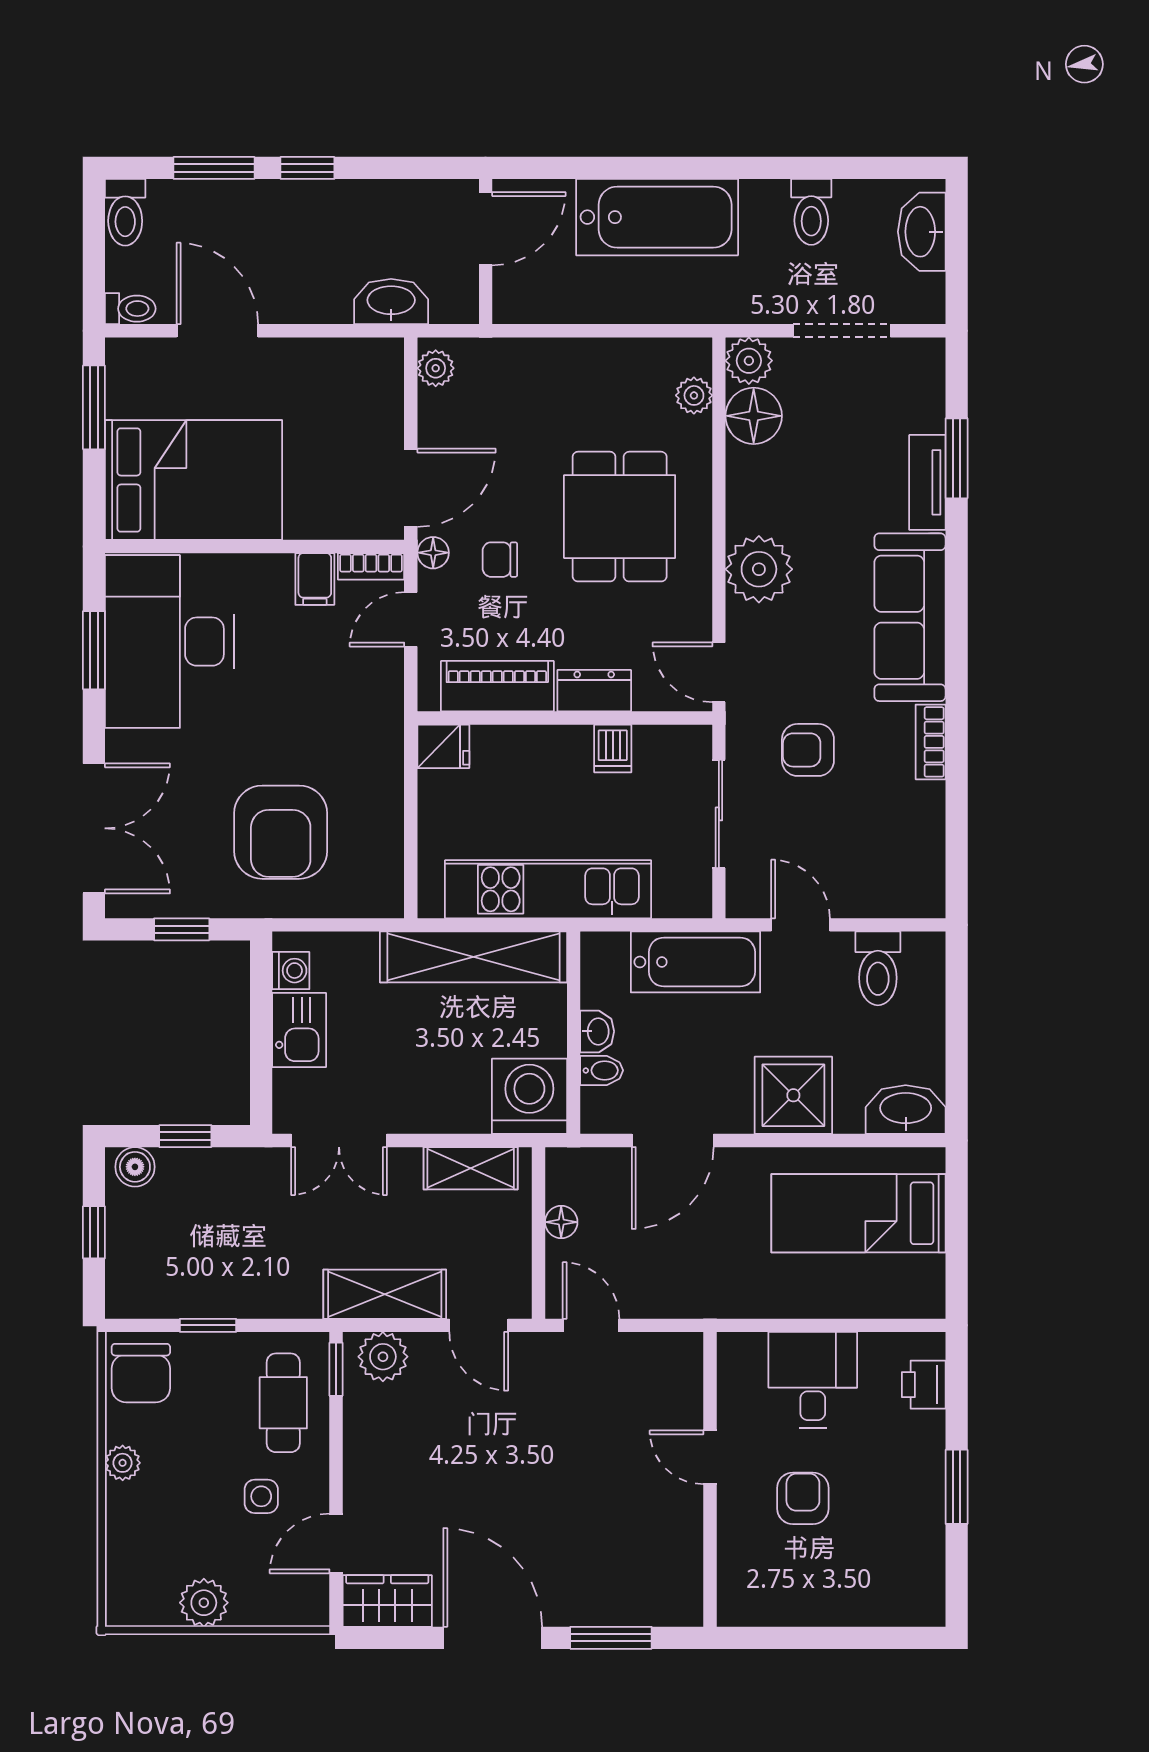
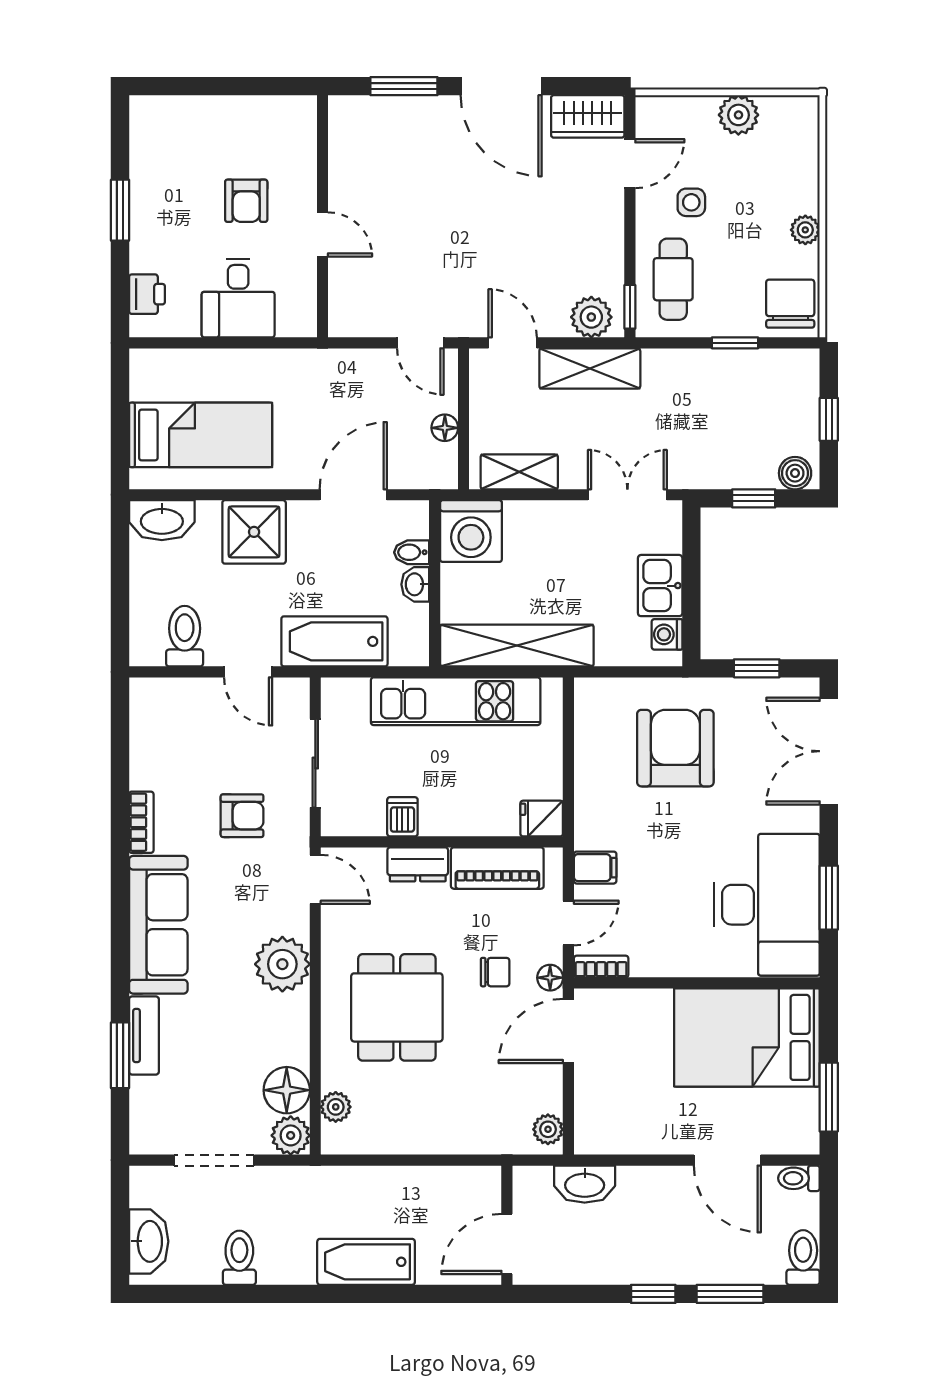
bathtub: (657, 217) -> (366, 1262), width x0.73, depth x0.73
filing cabinet: (315, 579) -> (595, 868), moved, turned 90

